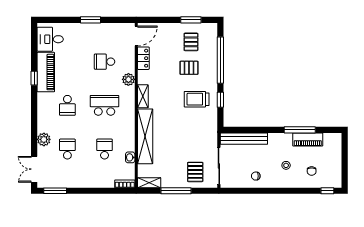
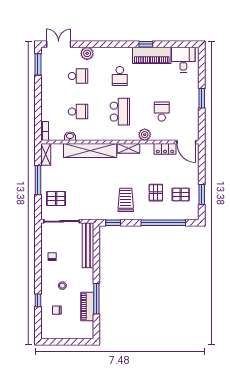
window: (220, 100) -> (113, 223), moved
school desk: (67, 105) -> (120, 76), turned -90
window: (327, 191) -> (38, 300), moved

